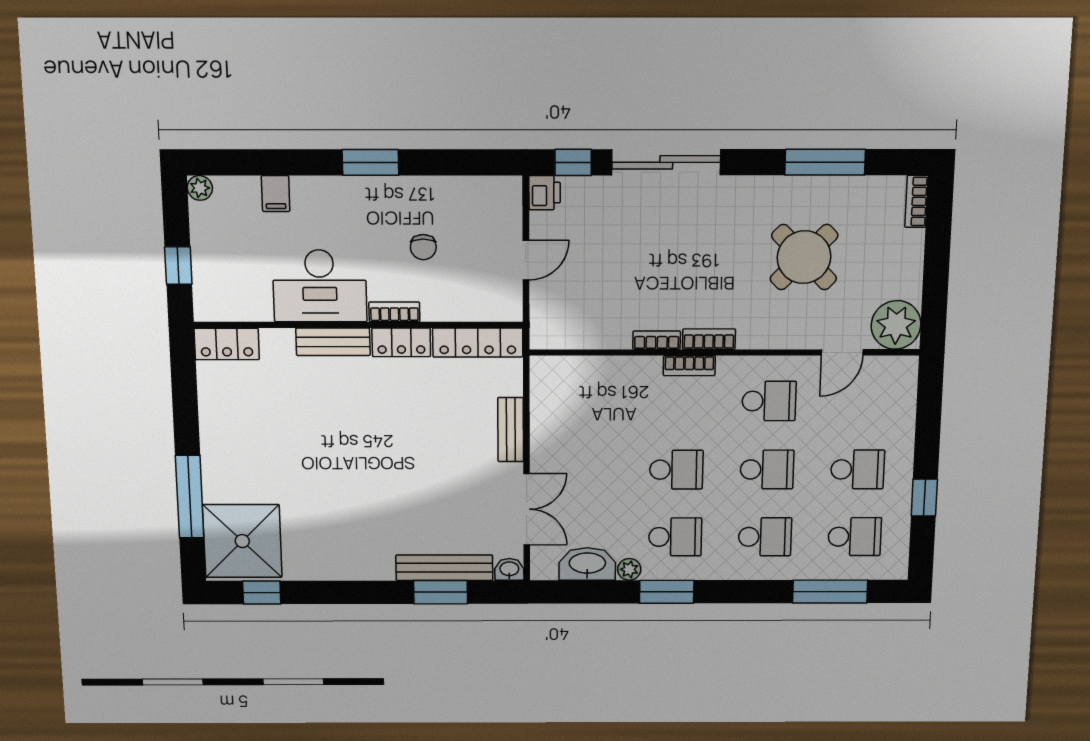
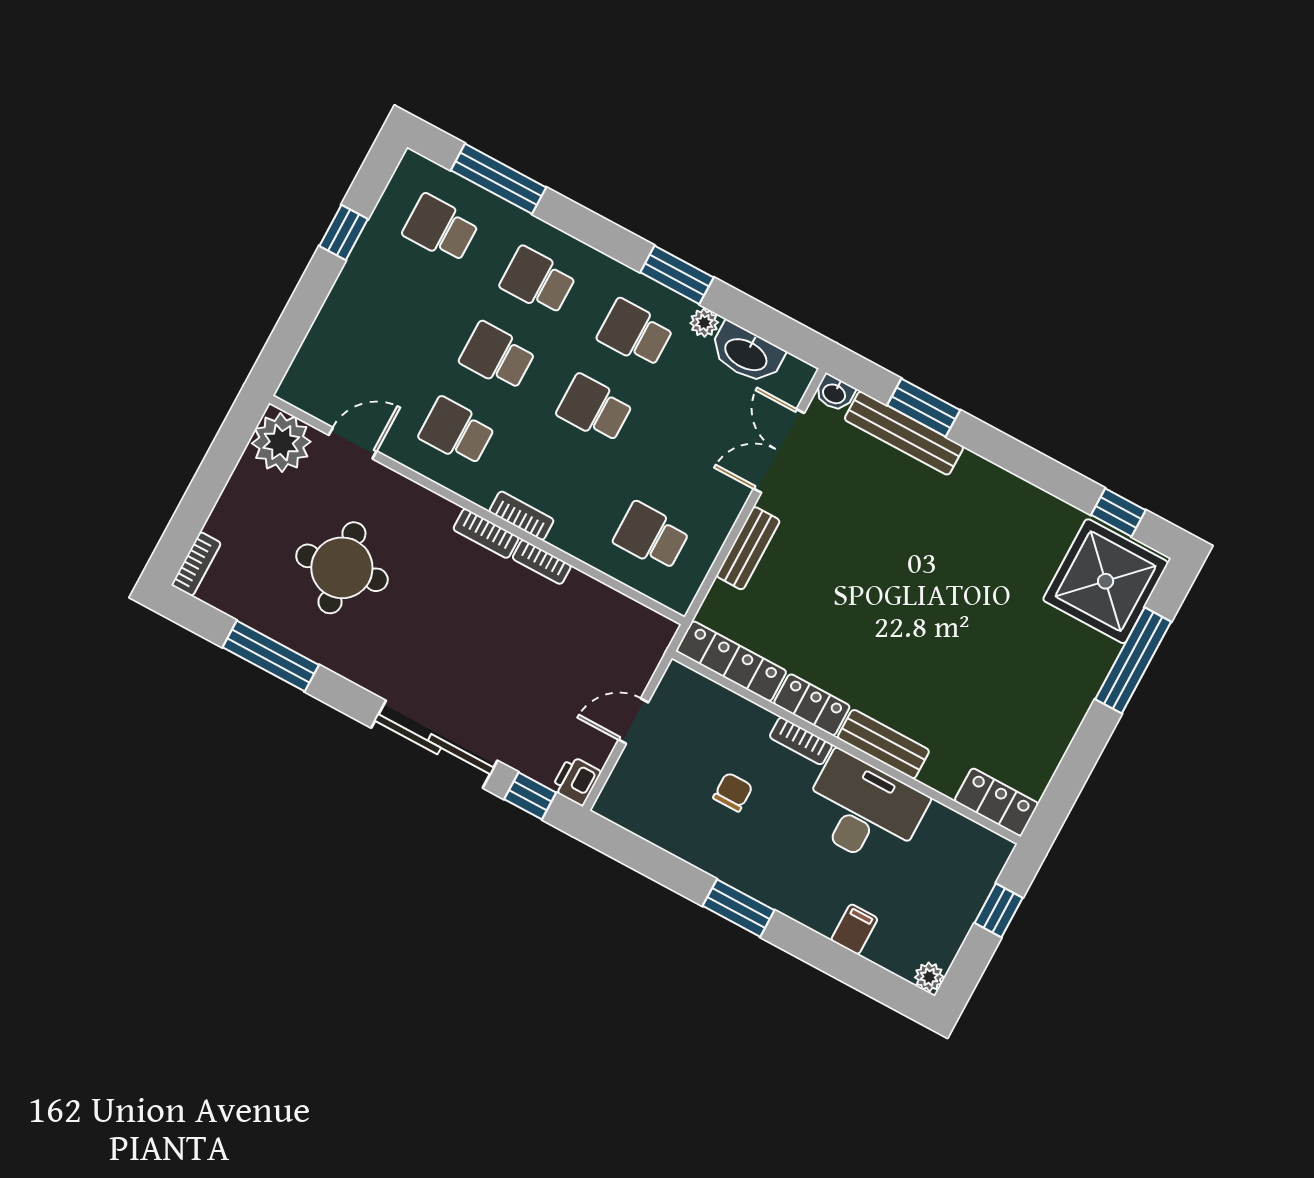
round table: (804, 257) -> (342, 568), turned 36
school desk: (857, 469) -> (651, 536), moved

